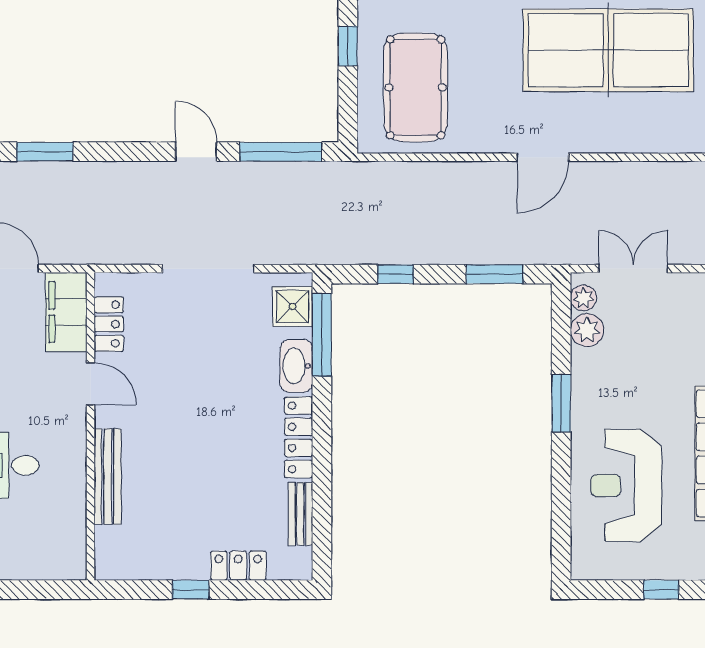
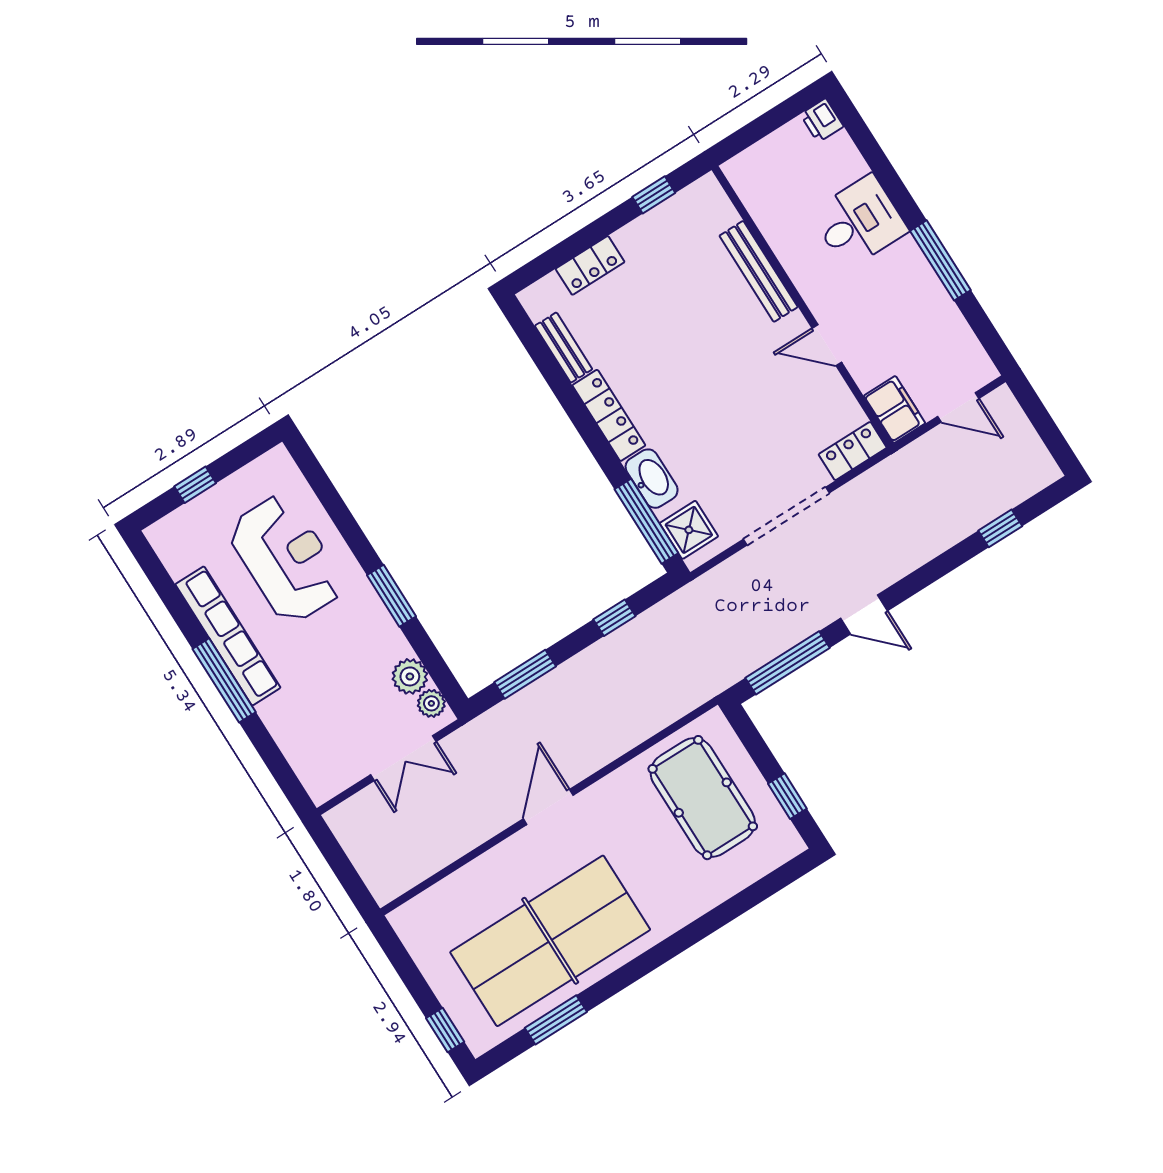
window: (45, 152) -> (1000, 528), width x0.67
filing cabinet: (66, 312) -> (895, 410), width x0.67, depth x0.86
locker: (109, 324) -> (853, 451), moved, turned 90
window: (191, 590) -> (654, 195), moved

